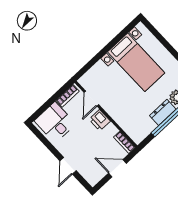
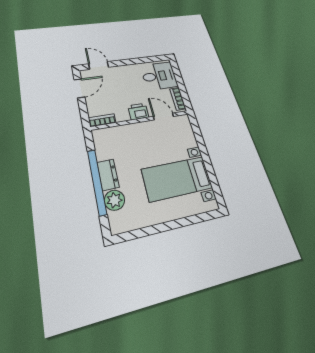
door: (68, 166) -> (99, 65), moved
door: (117, 168) -> (79, 88), moved

